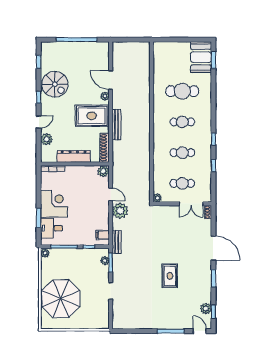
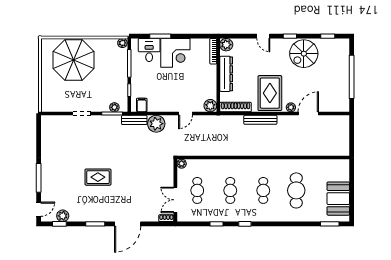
booth: (201, 57) -> (338, 199), moved, turned 90
plant: (47, 139) -> (226, 45), moved
plant: (120, 211) -> (156, 124), moved

